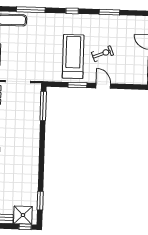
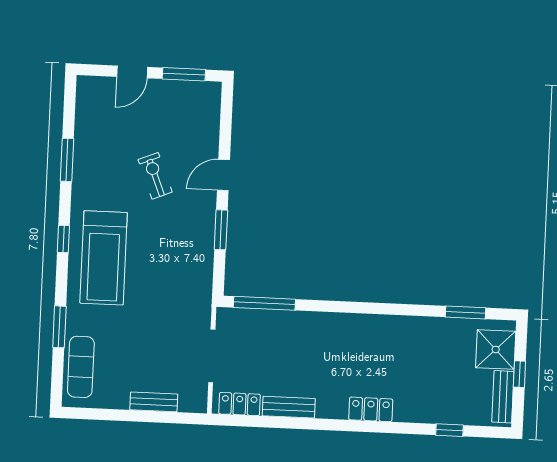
window: (31, 10) -> (59, 327), width x0.69
treadmill: (73, 56) -> (104, 258), moved, turned -90
window: (25, 227) -> (519, 374), moved

